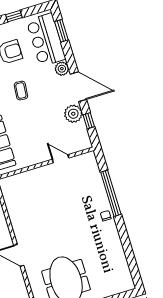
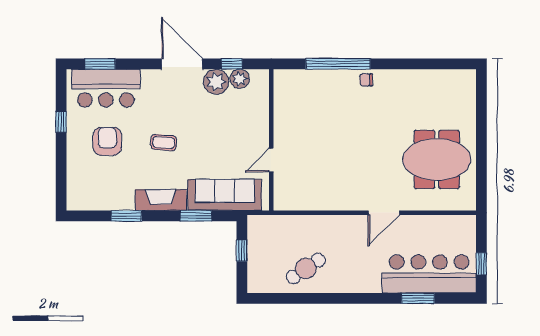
plant: (62, 69) -> (240, 79), moved
door: (78, 87) -> (182, 64), hinge flipped
door: (61, 159) -> (271, 160), moved

